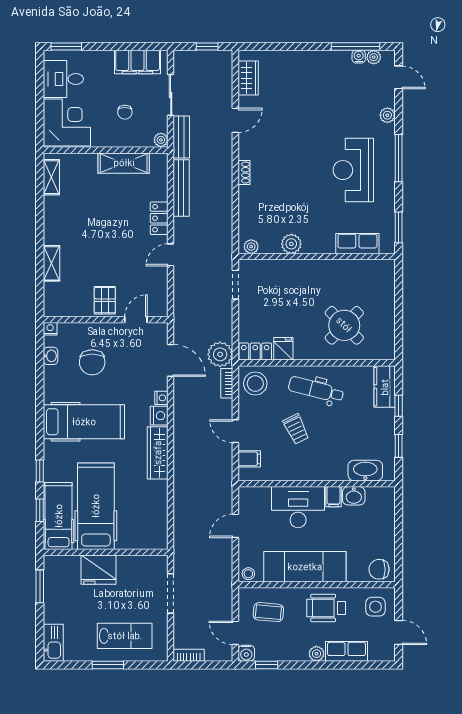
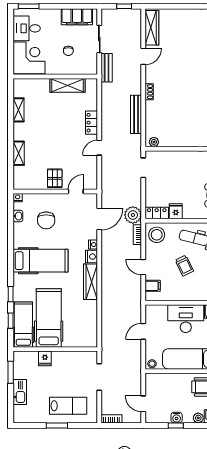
wardrobe: (248, 78) -> (152, 28), width x1.50
plant: (161, 140) -> (93, 70), removed
shelving: (51, 177) -> (18, 110), moved
bench: (181, 188) -> (136, 114), moved
plant: (291, 244) -> (181, 140), removed
door: (171, 360) -> (99, 219), hinge flipped
fridge: (98, 570) -> (45, 358), width x0.53, depth x0.75
coffee table: (268, 612) -> (166, 390), removed
kitchen sink: (53, 643) -> (20, 392), moved
water cooler: (246, 653) -> (177, 418), moved
window: (267, 665) -> (176, 426), moved

